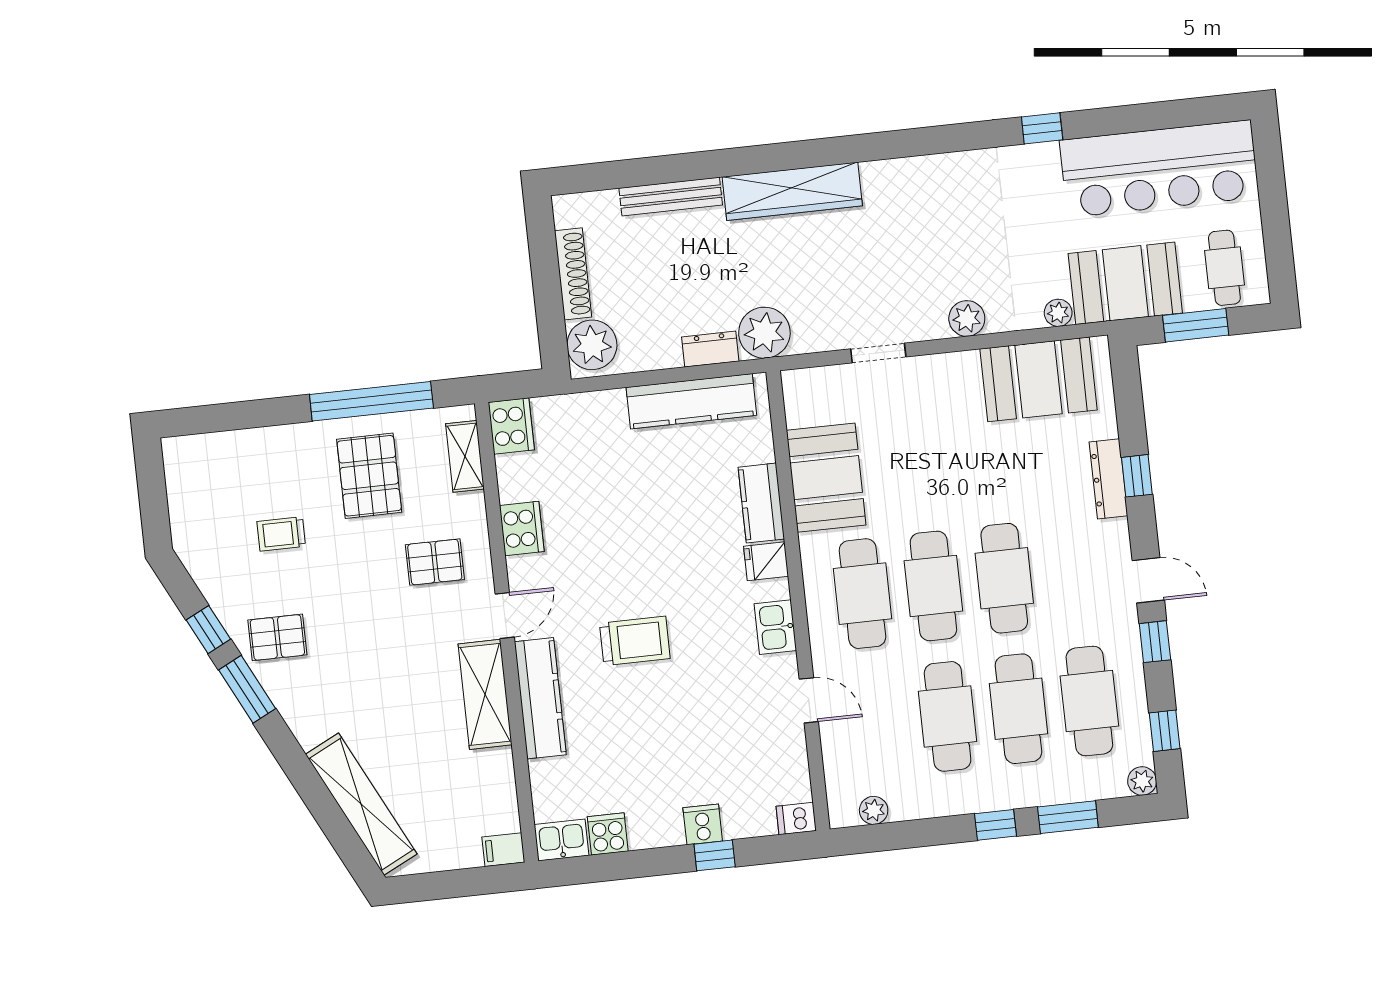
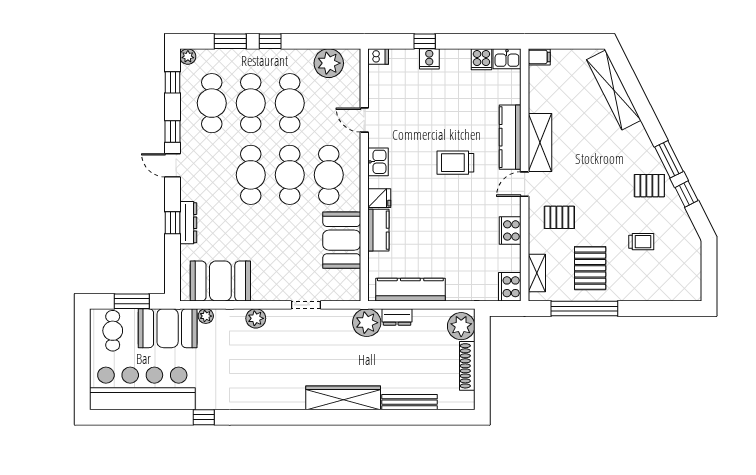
plant: (874, 810) -> (329, 63), width x1.88, depth x1.88

